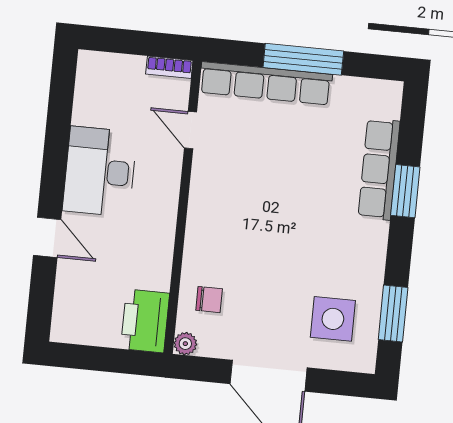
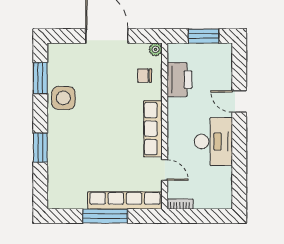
row of seats: (379, 169) -> (153, 129), moved, turned 180
side table: (333, 319) -> (63, 98), moved
printer: (145, 321) -> (179, 80), moved
window: (98, 359) -> (204, 36), added

